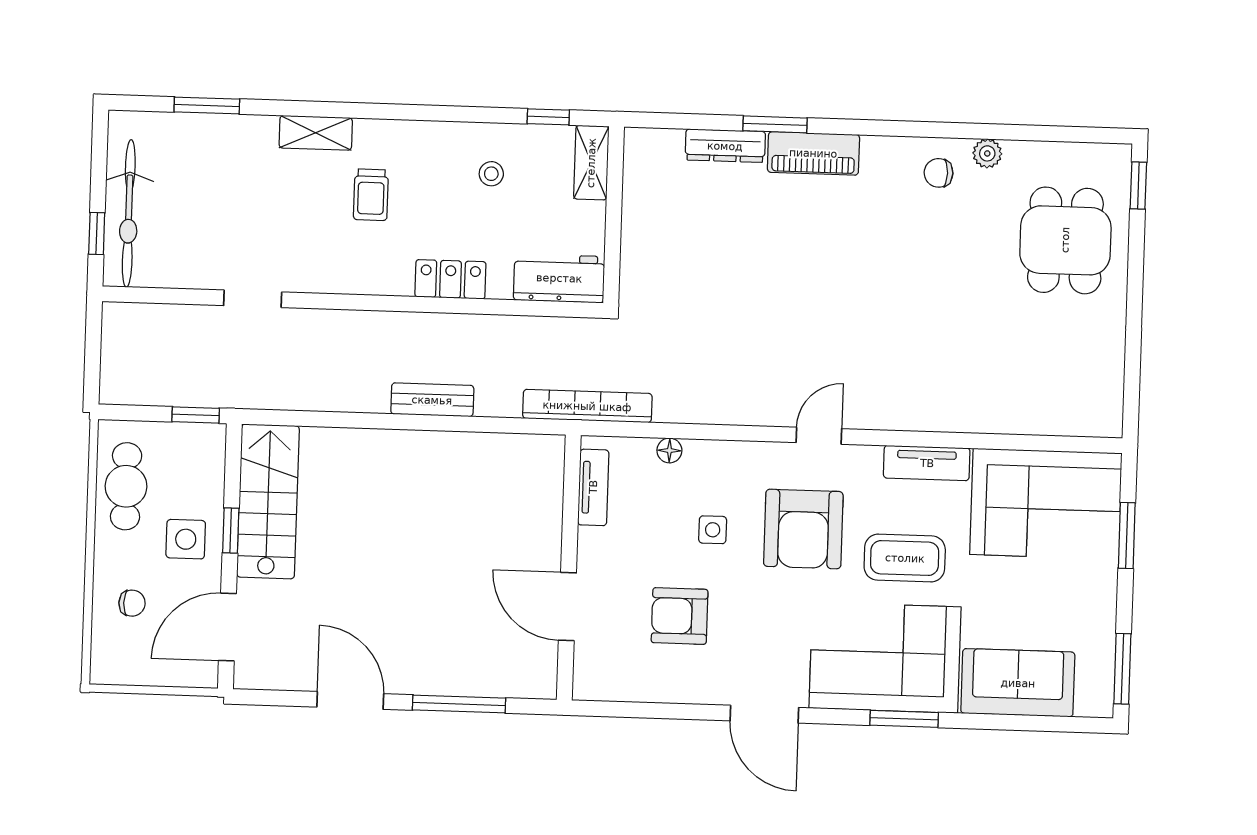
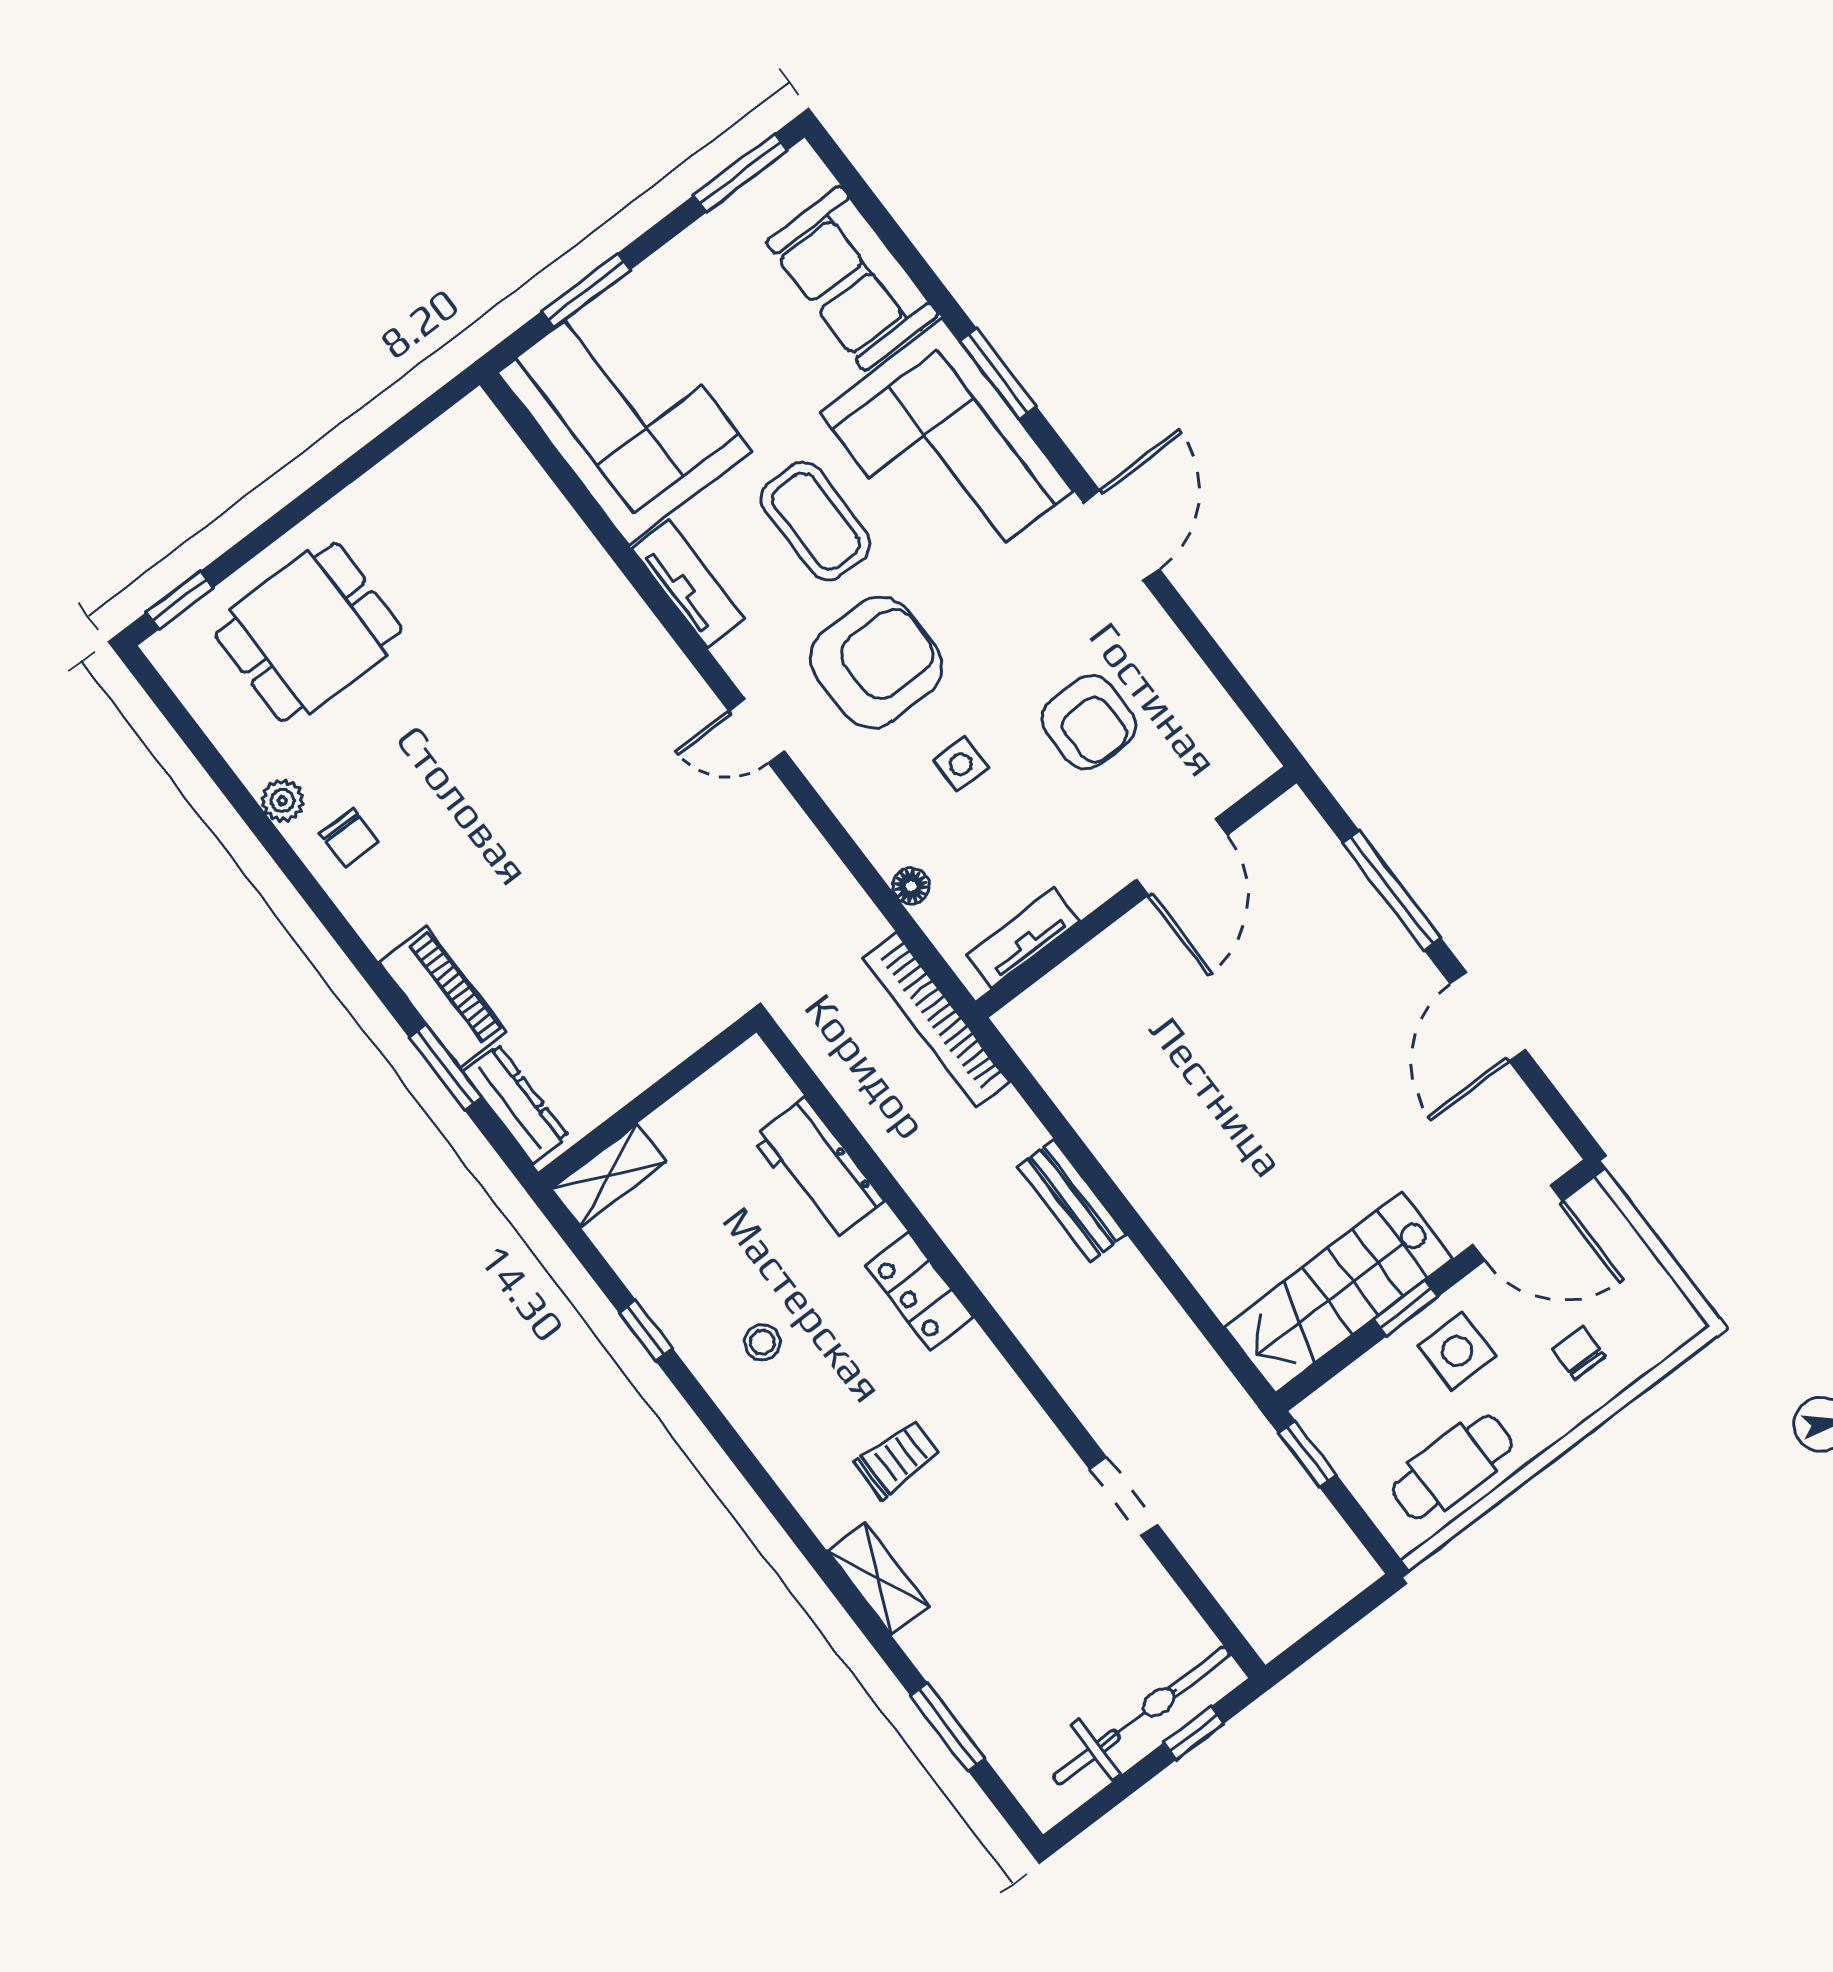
shelving: (591, 163) -> (609, 1175), moved
wall: (614, 215) -> (647, 1102), moved

